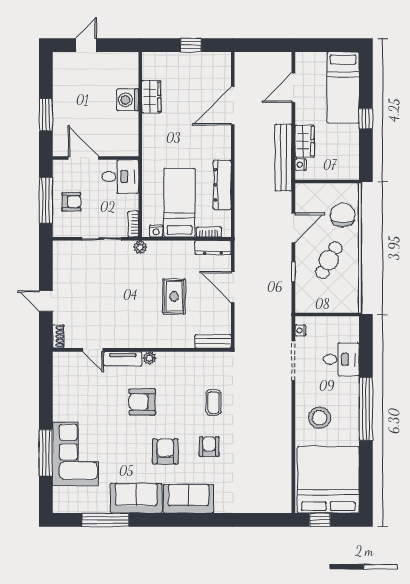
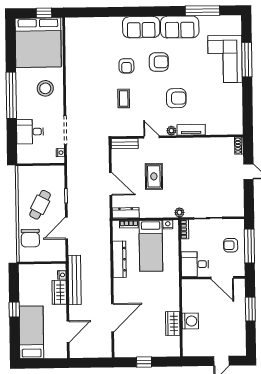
door: (93, 350) -> (151, 137), moved
armchair: (165, 451) -> (159, 62), turned -90

